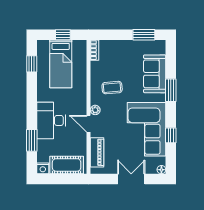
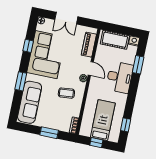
window: (144, 35) -> (49, 133), moved
sofa: (155, 74) -> (30, 102), width x1.36

